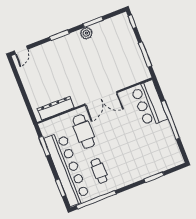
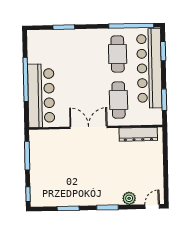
plant: (86, 33) -> (129, 198), moved
bar counter: (149, 104) -> (41, 96), width x1.36
cafe table: (99, 171) -> (118, 54), width x1.37, depth x1.35

